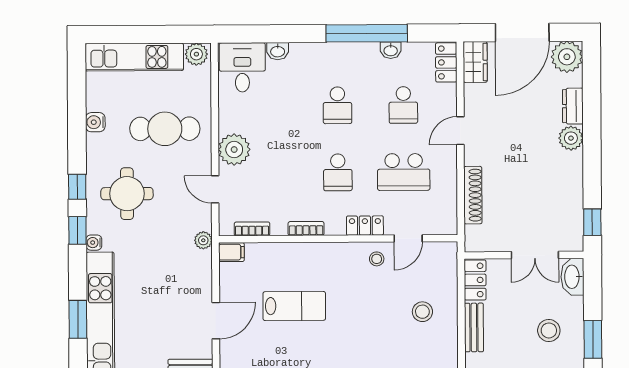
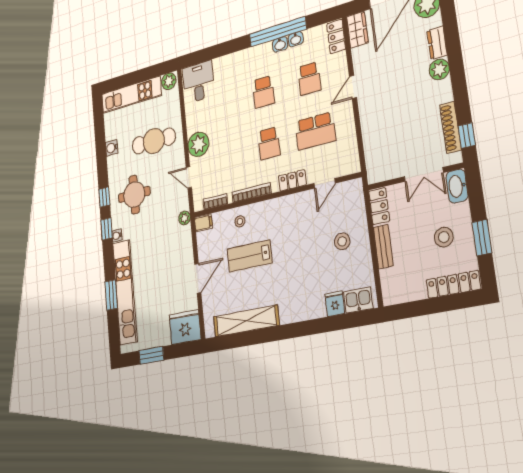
washbasin: (278, 51) -> (280, 44), moved
shoe rack: (473, 195) -> (450, 127), moved, turned 180
bookcase: (306, 229) -> (252, 193), width x1.56
stool: (377, 259) -> (240, 221), moved
lab bench: (294, 306) -> (249, 256), turned 180

